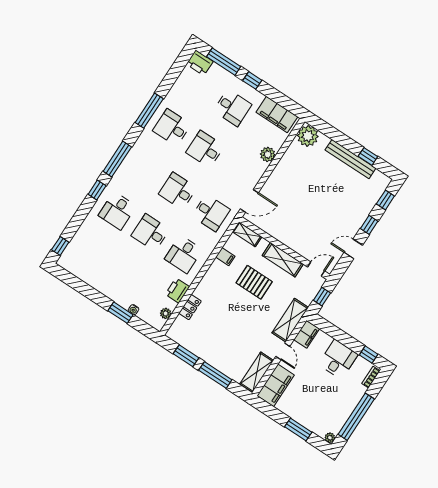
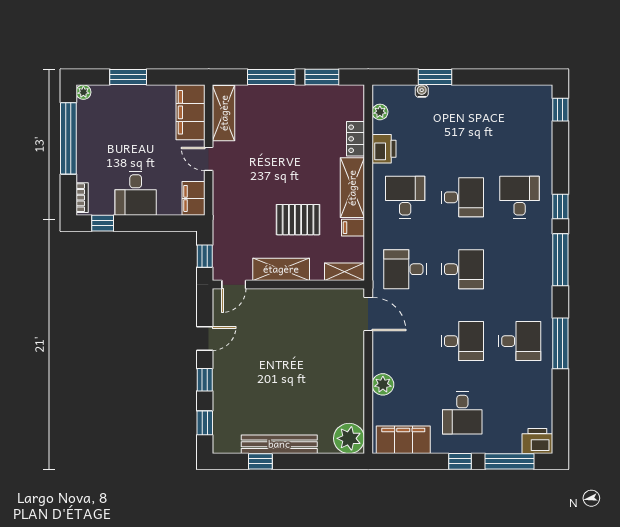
desk: (232, 108) -> (462, 413), turned -90
door: (249, 201) -> (368, 314), swing flipped
shelving: (290, 320) -> (352, 188), moved

